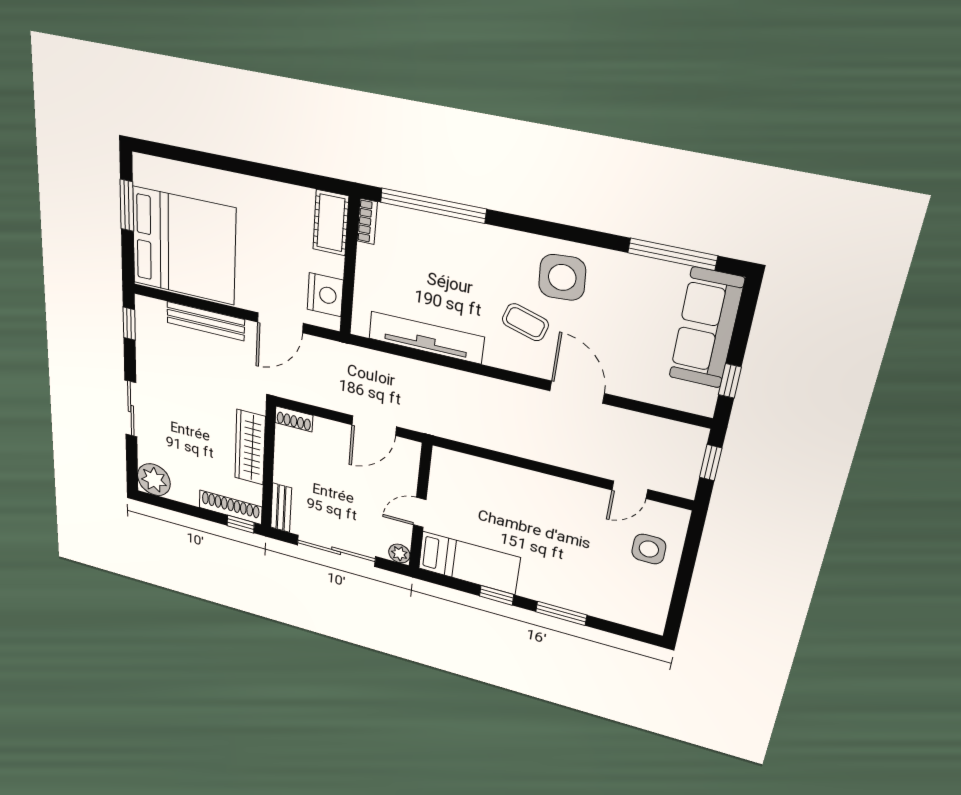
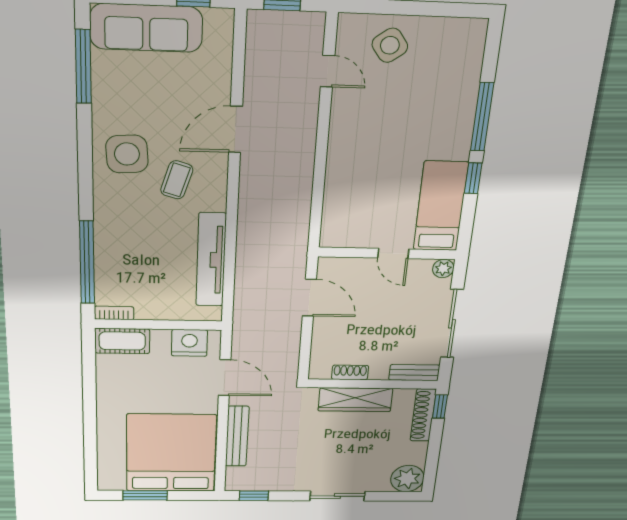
shoe rack: (294, 419) -> (350, 372), moved, turned -90
side table: (649, 549) -> (390, 45), turned -36
window: (561, 613) -> (482, 117), width x1.44

